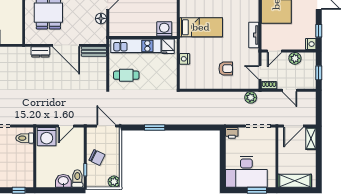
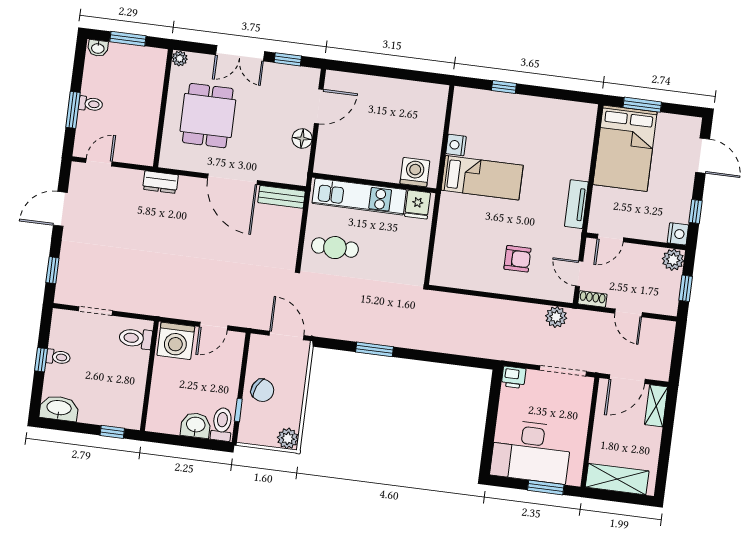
dresser: (40, 52) -> (160, 182), moved
plant: (295, 58) -> (673, 260), moved
nightstand: (185, 59) -> (456, 145), moved

